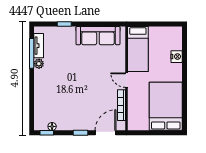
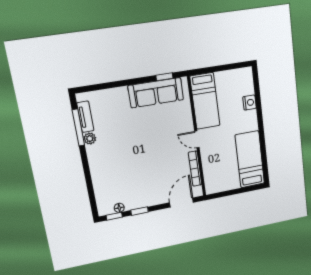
window: (64, 24) -> (164, 77), moved
bed: (166, 106) -> (250, 159), width x0.67
window: (81, 133) -> (140, 211), moved

